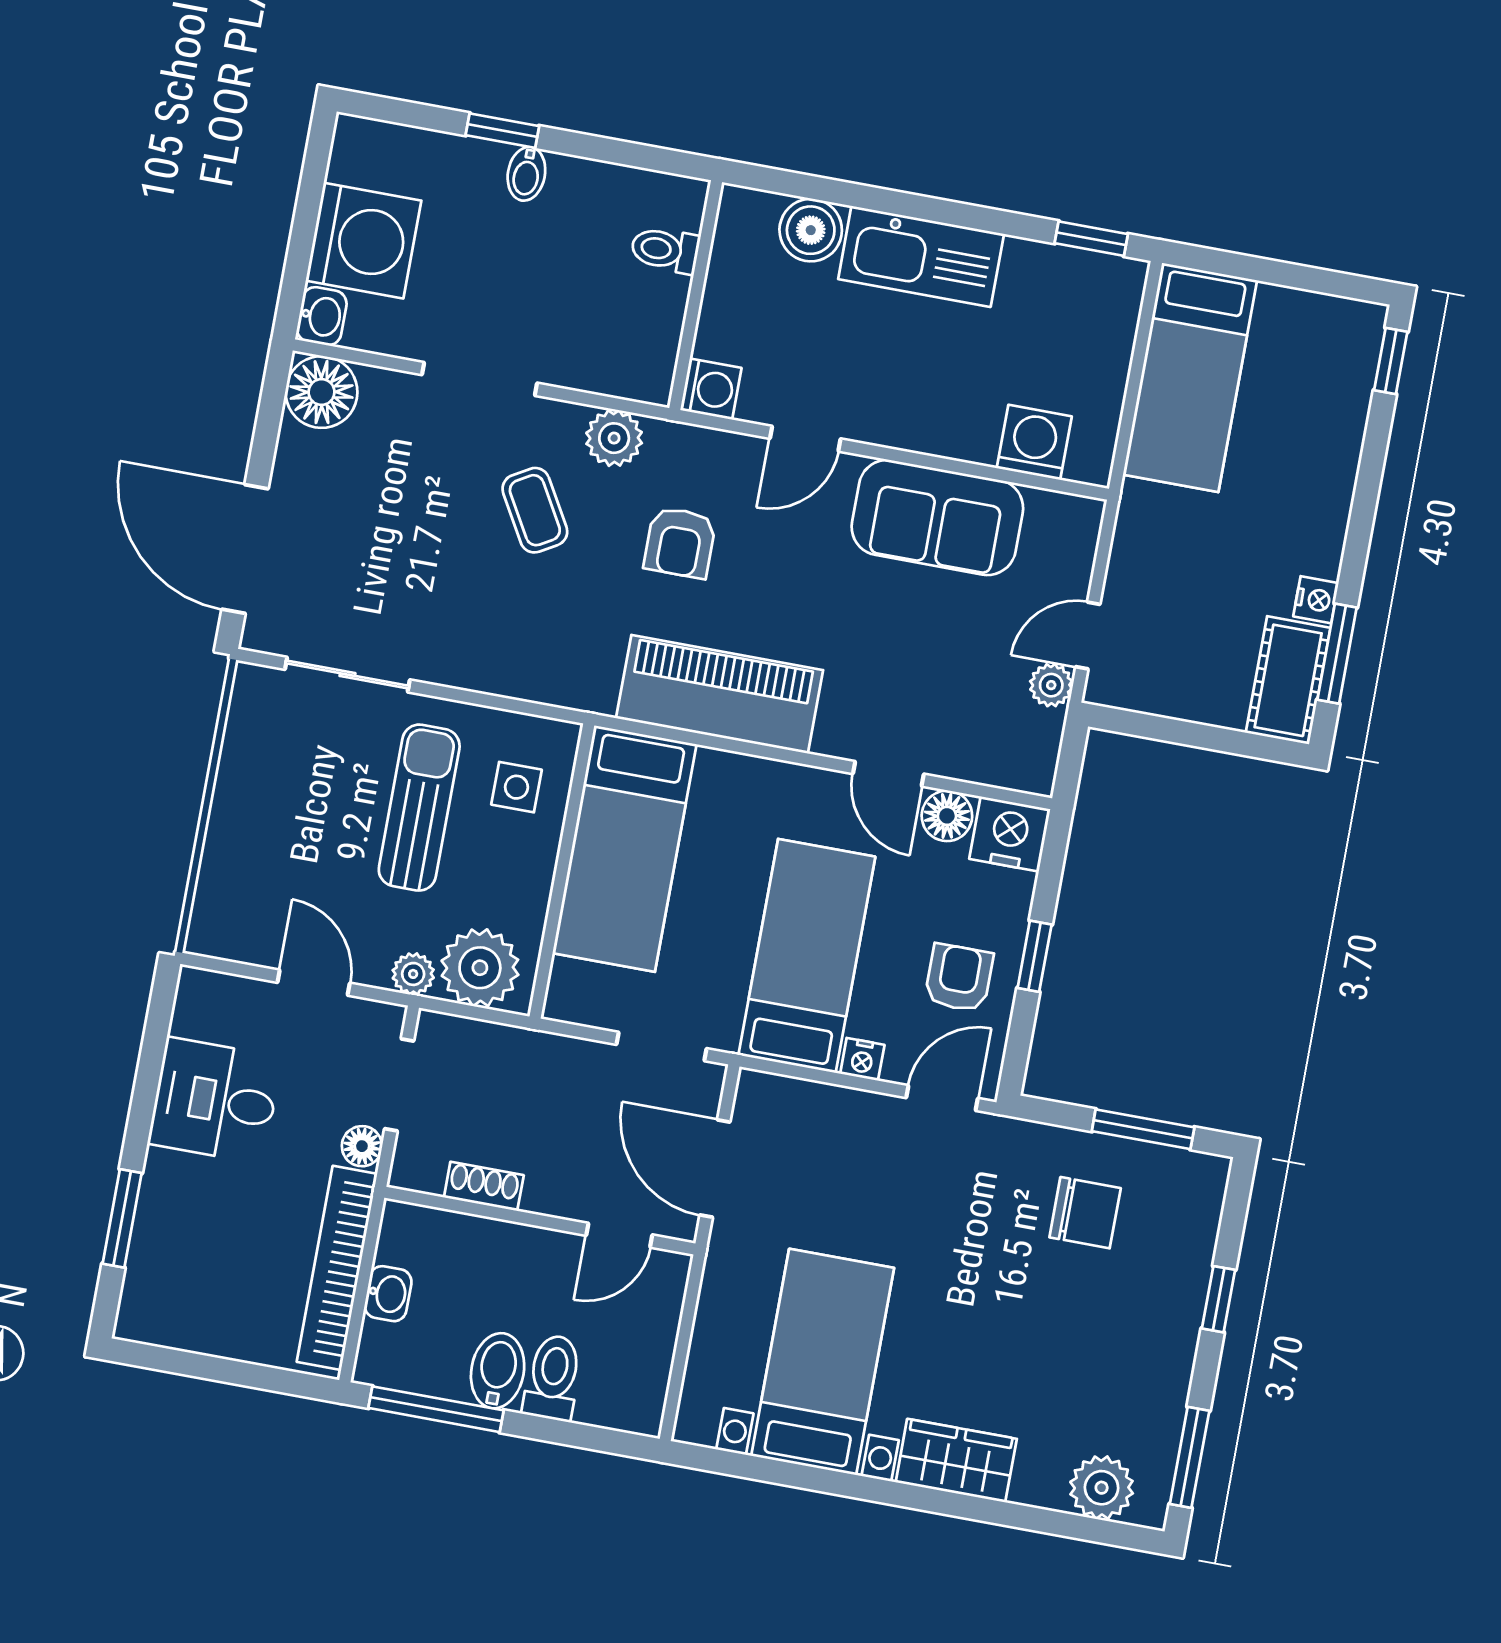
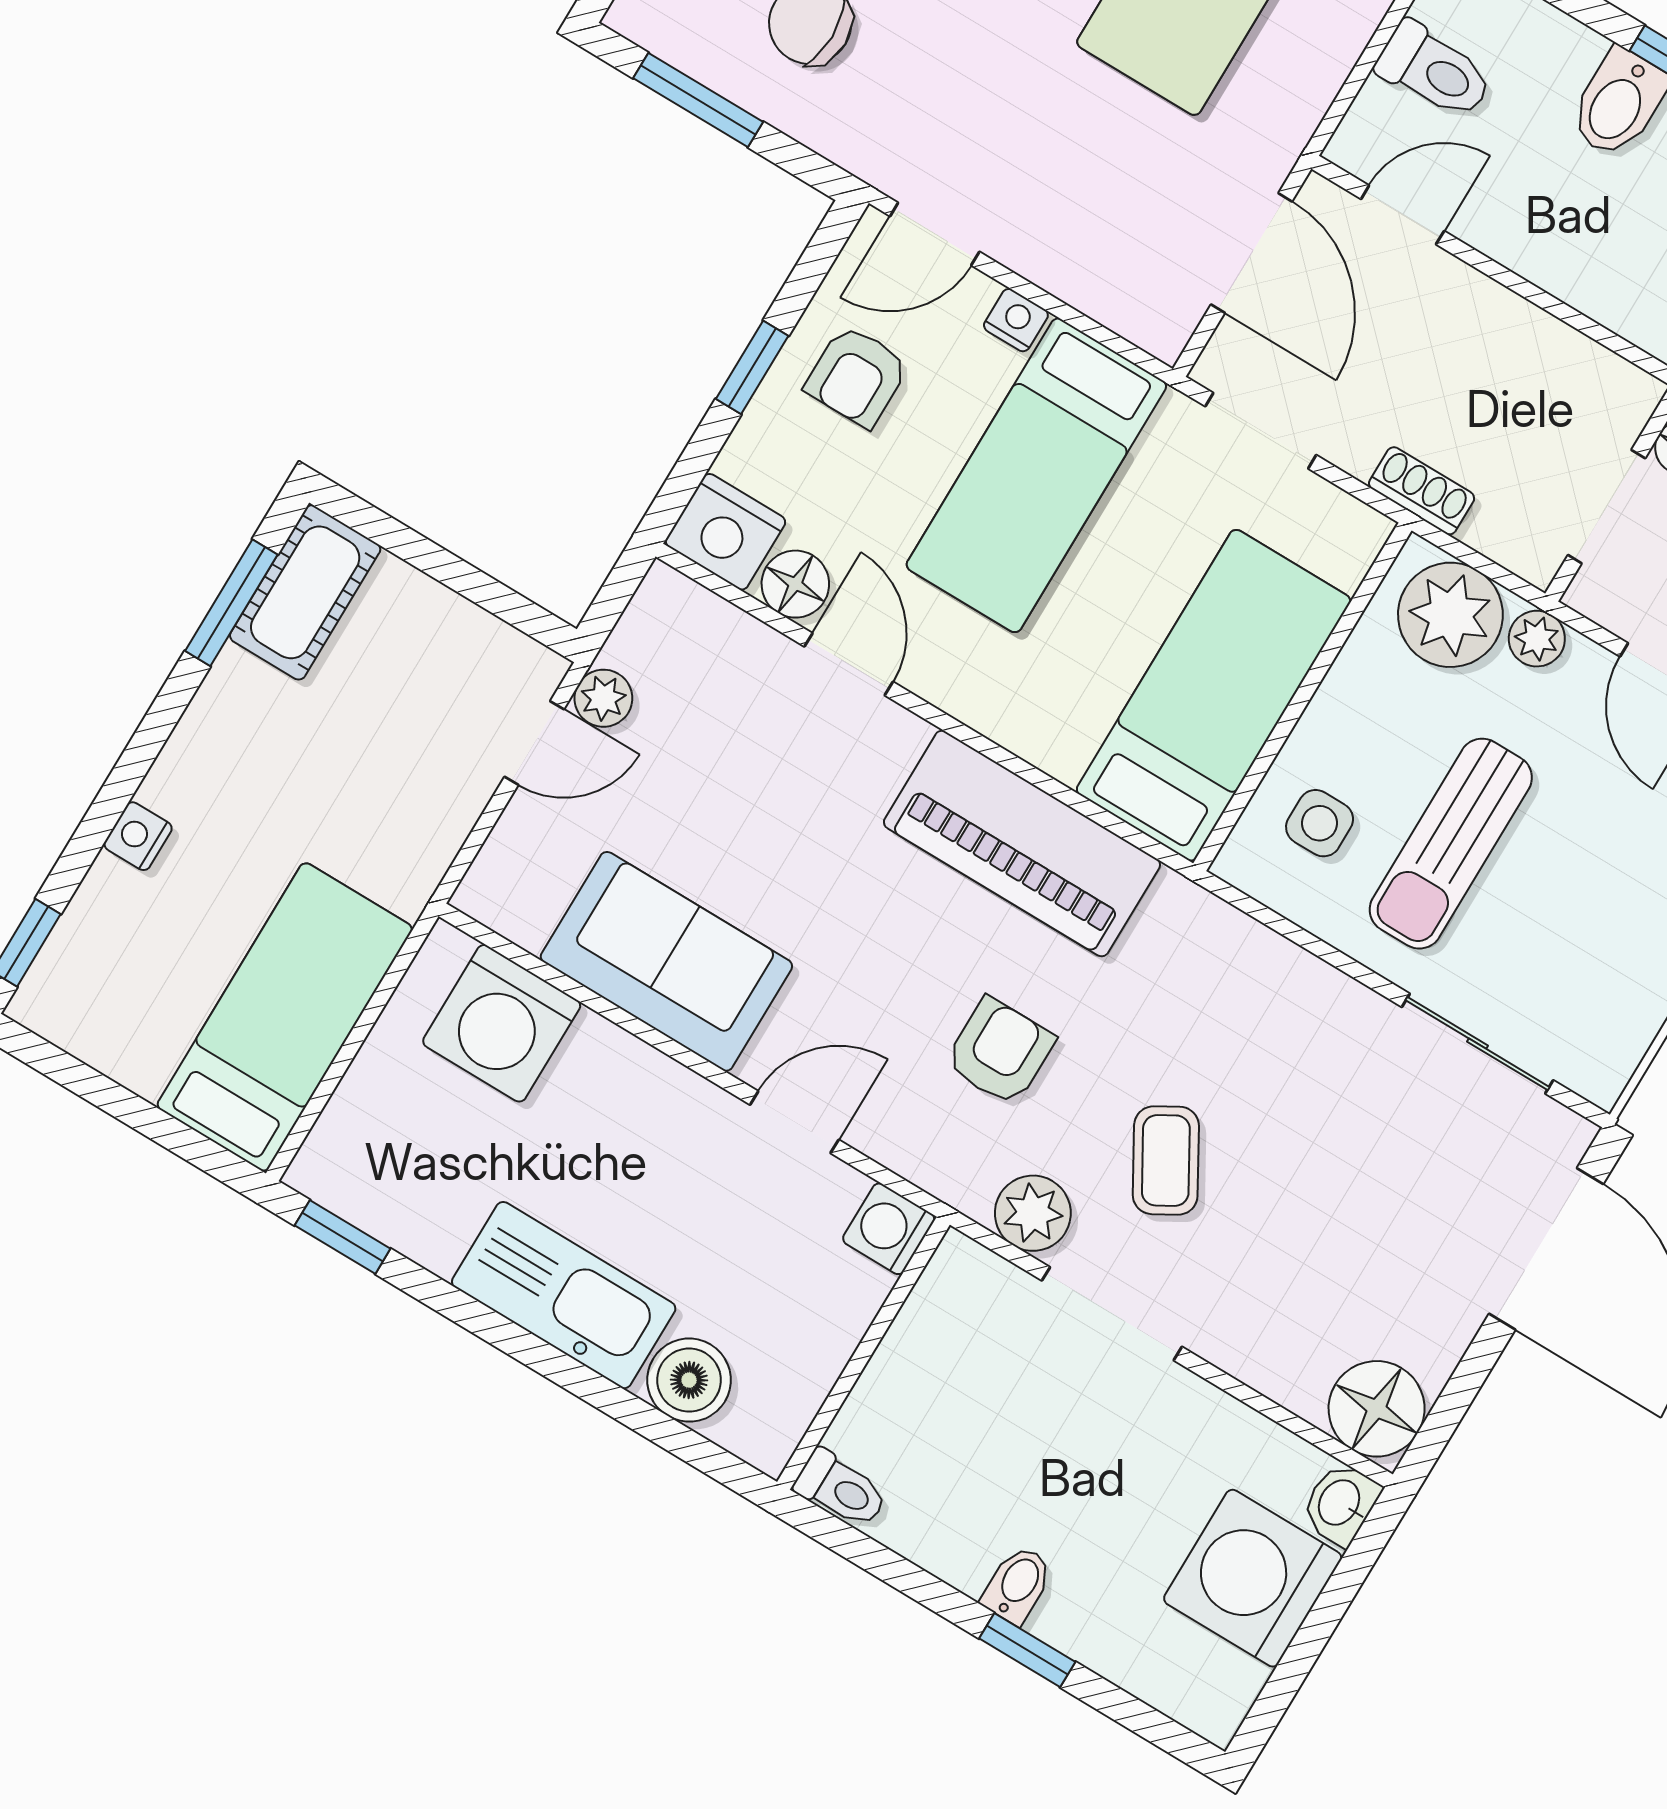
toilet: (665, 250) -> (841, 1489), moved
doorway: (480, 379) -> (1112, 1314), moved
washing machine: (1034, 442) -> (502, 1023), width x1.37, depth x1.37
nightstand: (1316, 600) -> (138, 836), moved
shoe rack: (484, 1186) -> (1422, 491), moved, turned 180
toilet: (553, 1378) -> (1434, 71), moved, turned -90

